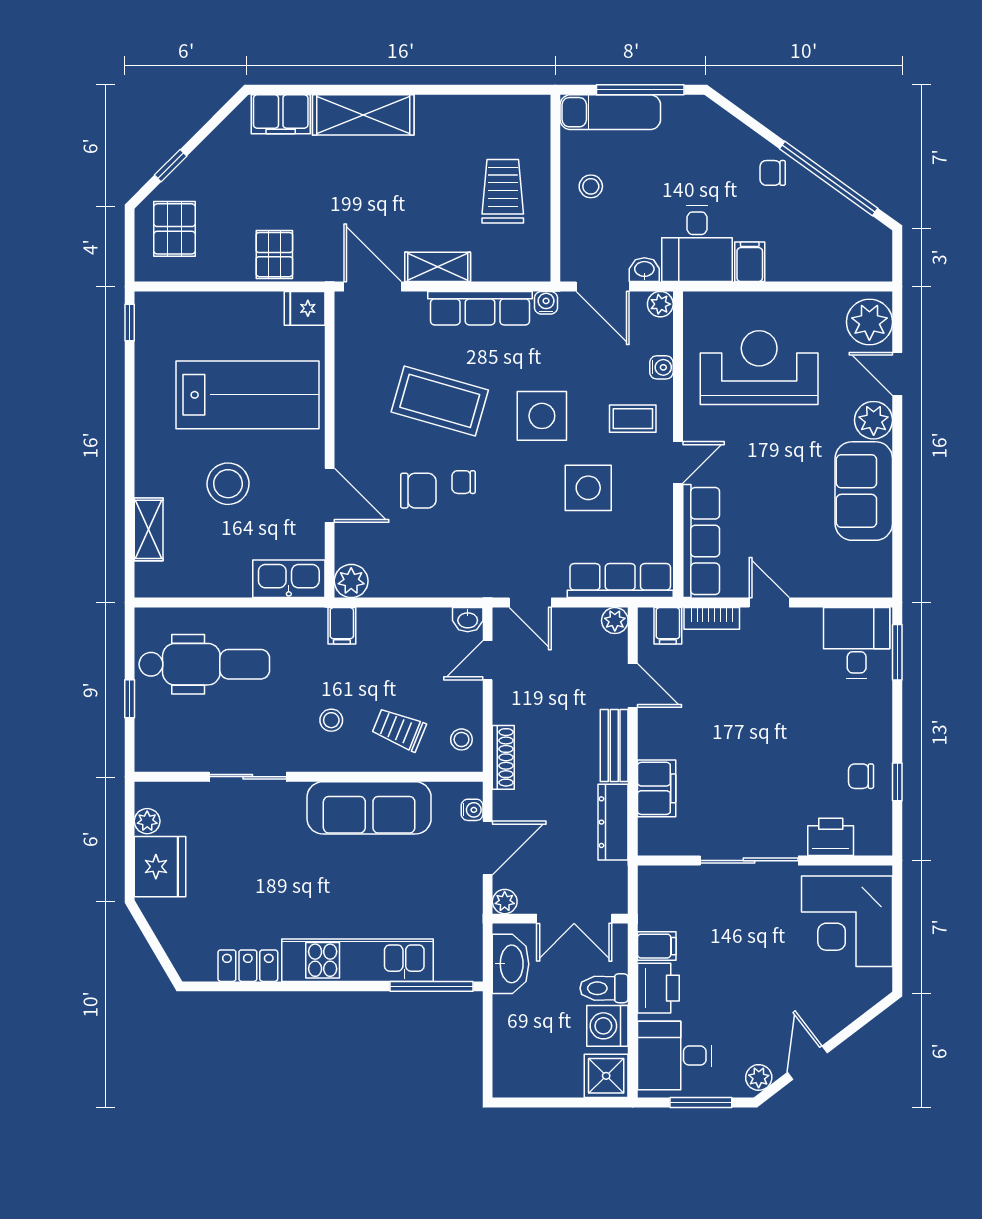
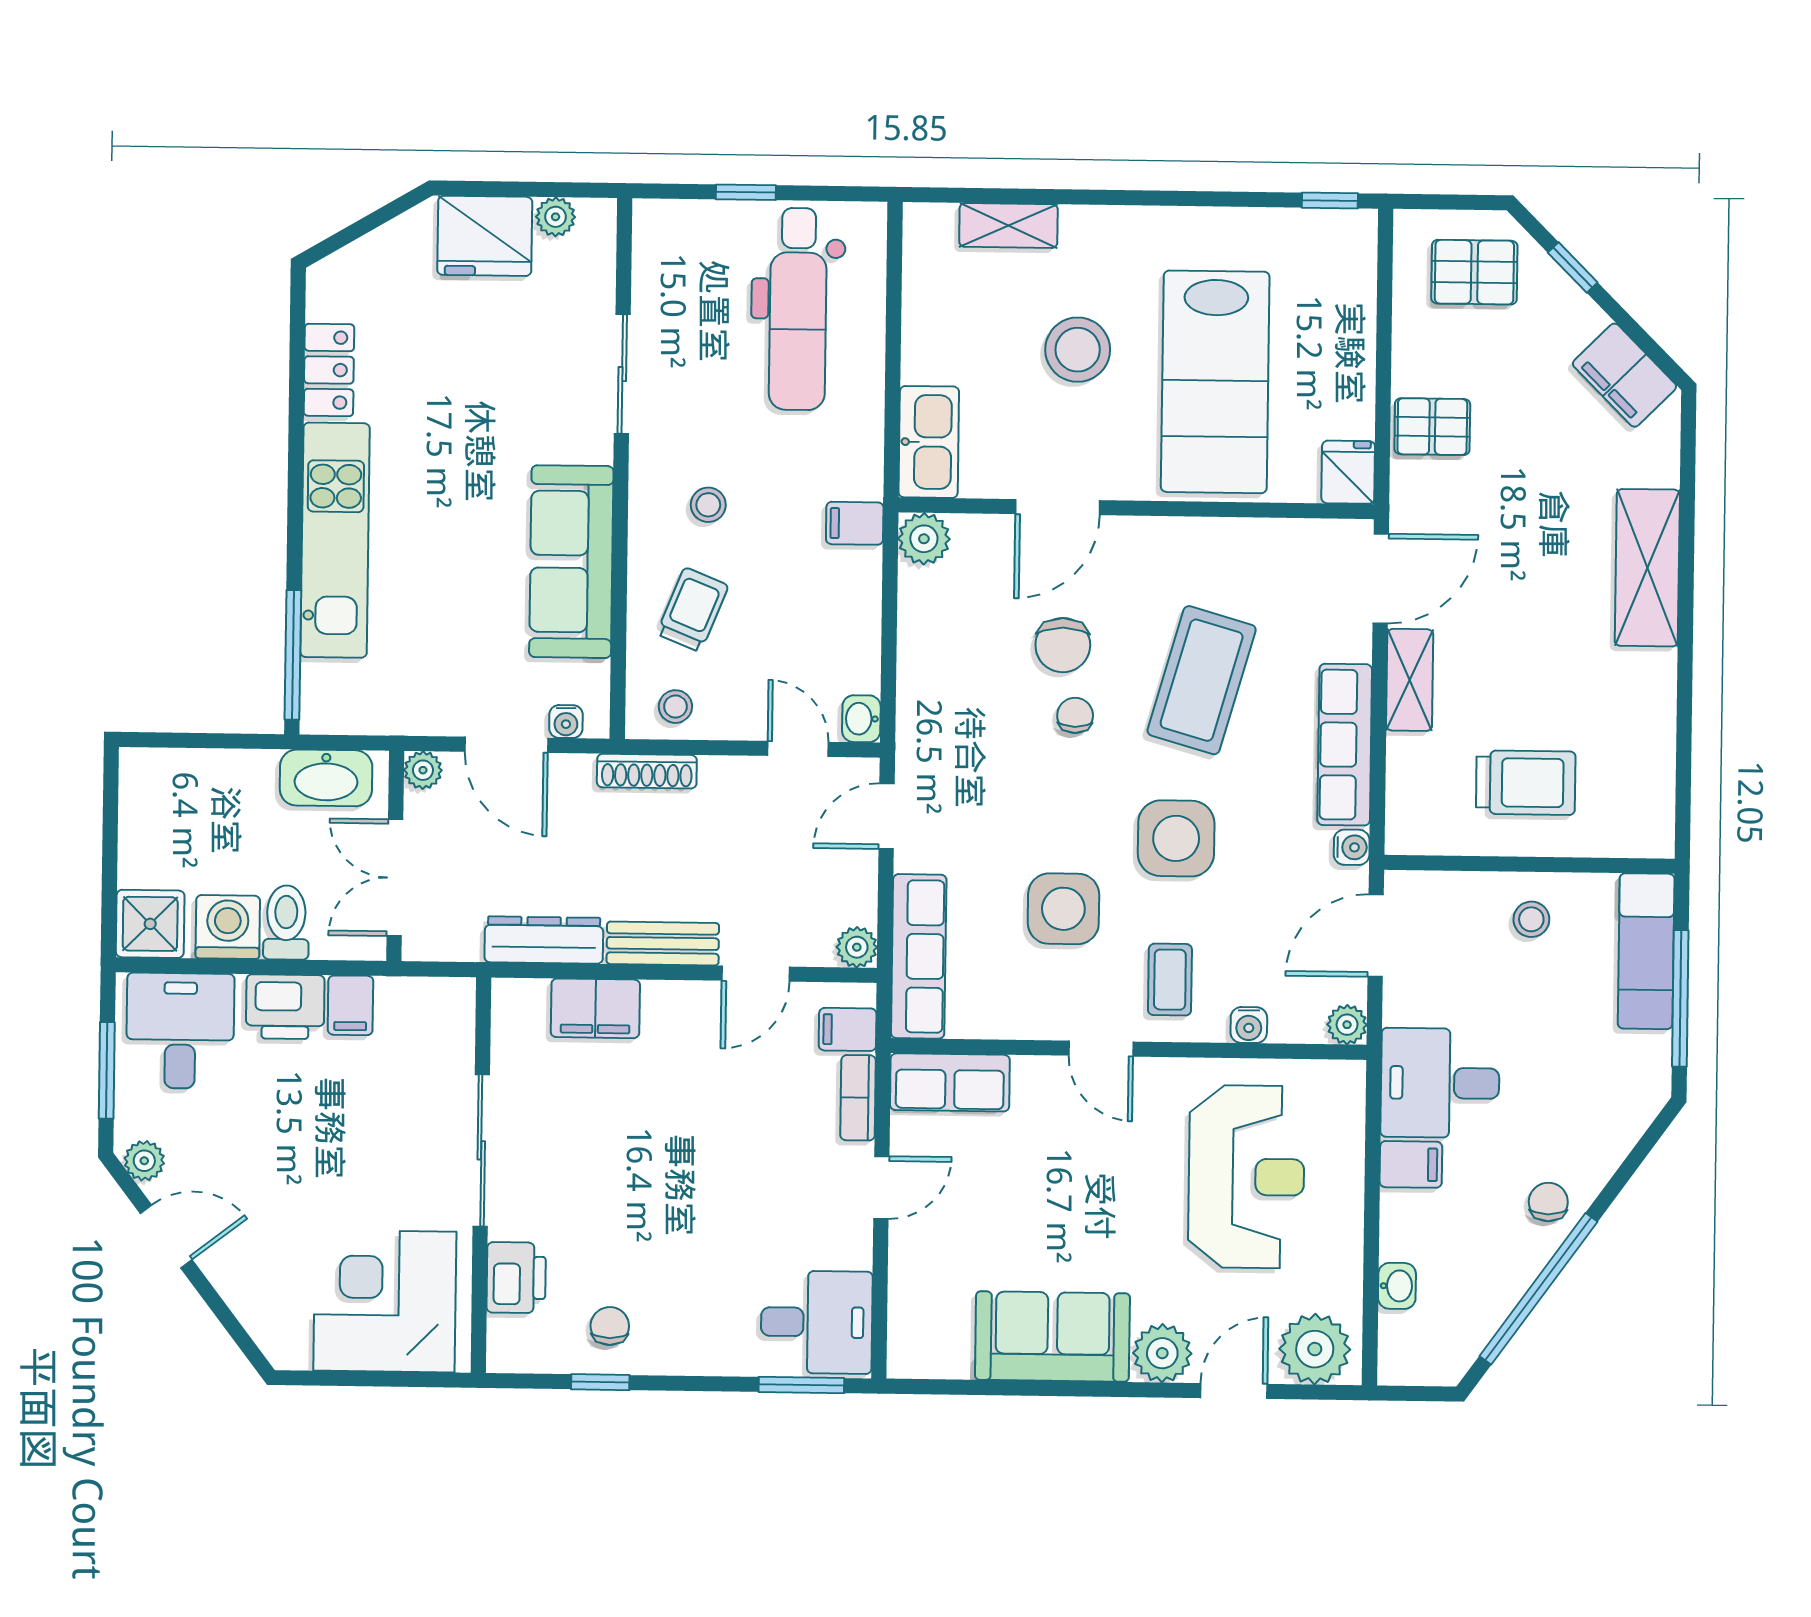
filing cabinet: (281, 114) -> (1624, 375), moved, turned -45
washbasin: (644, 270) -> (1397, 1286), moved
row of seats: (701, 541) -> (950, 1082), width x0.68

